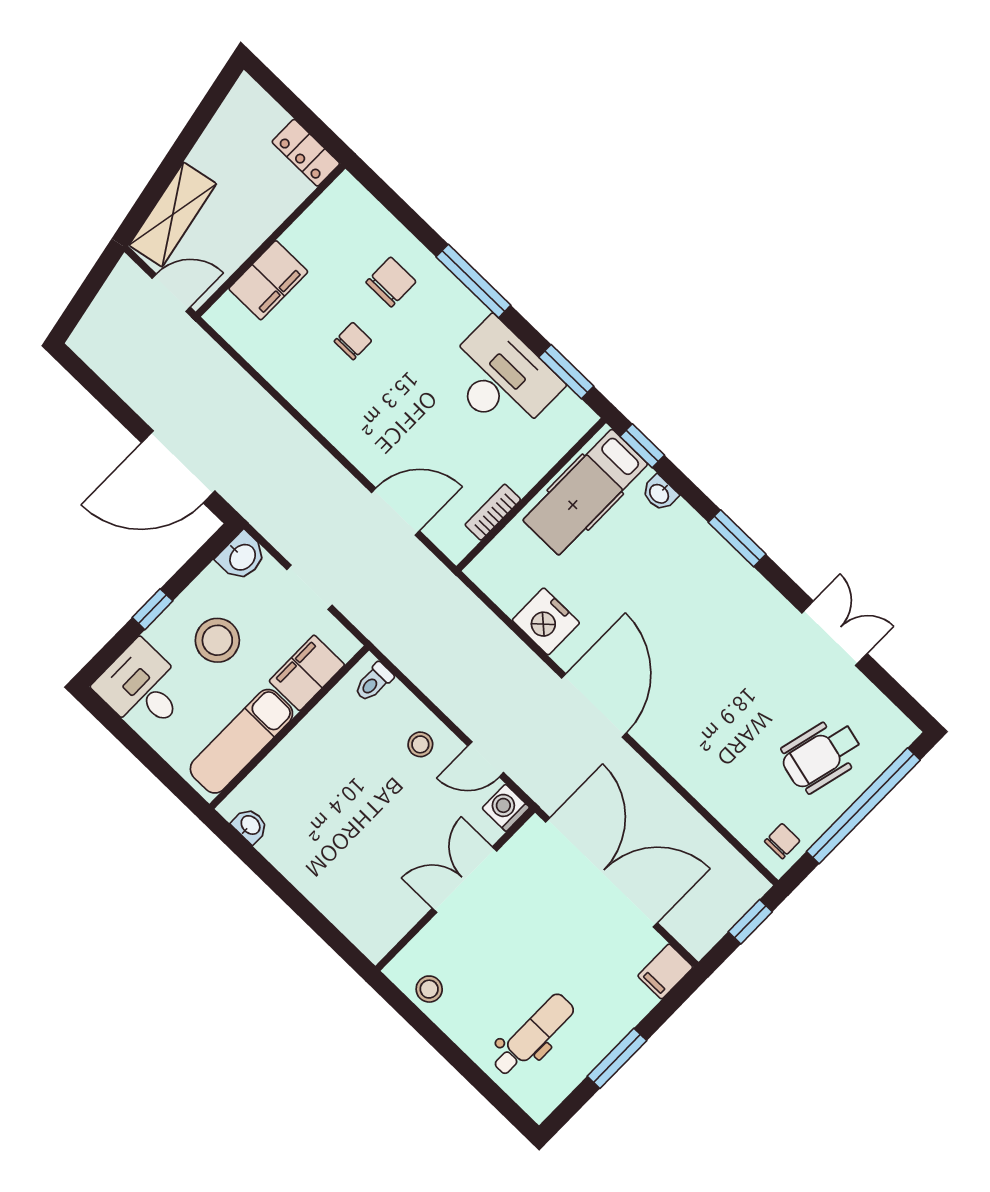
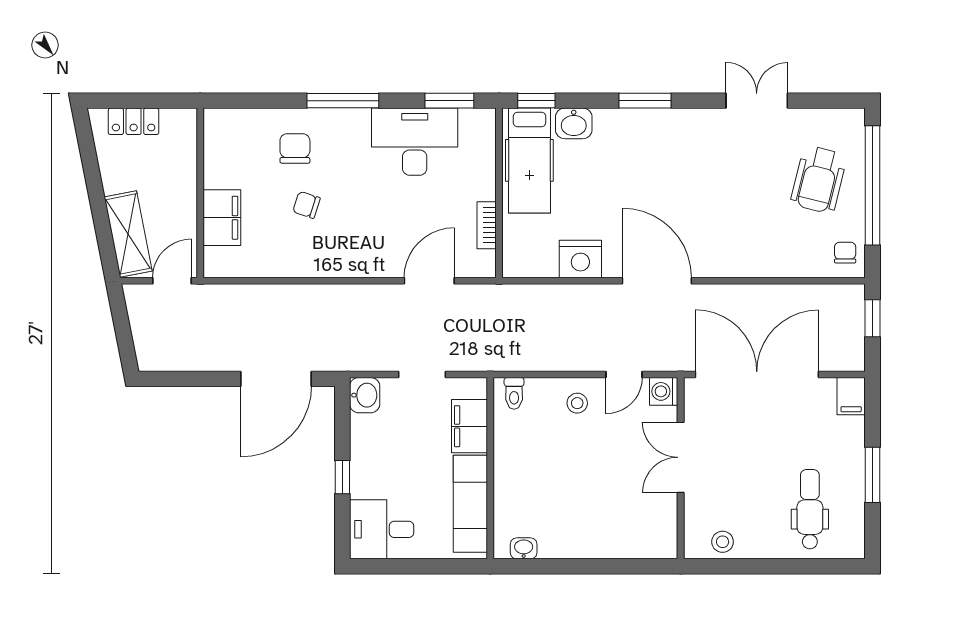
locker: (306, 153) -> (134, 121), moved
chair: (353, 341) -> (306, 205), turned -72
washbasin: (660, 493) -> (574, 123), width x1.38, depth x1.45
stool: (217, 640) -> (398, 458), removed

